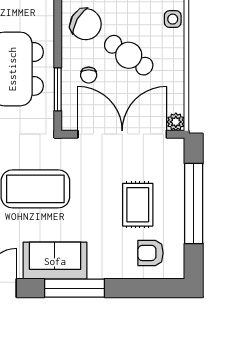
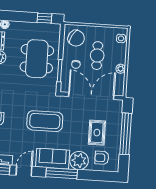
cafe table: (129, 55) -> (97, 56), turned 55
plant: (176, 122) -> (121, 69), moved
plant: (107, 261) -> (79, 161), added

